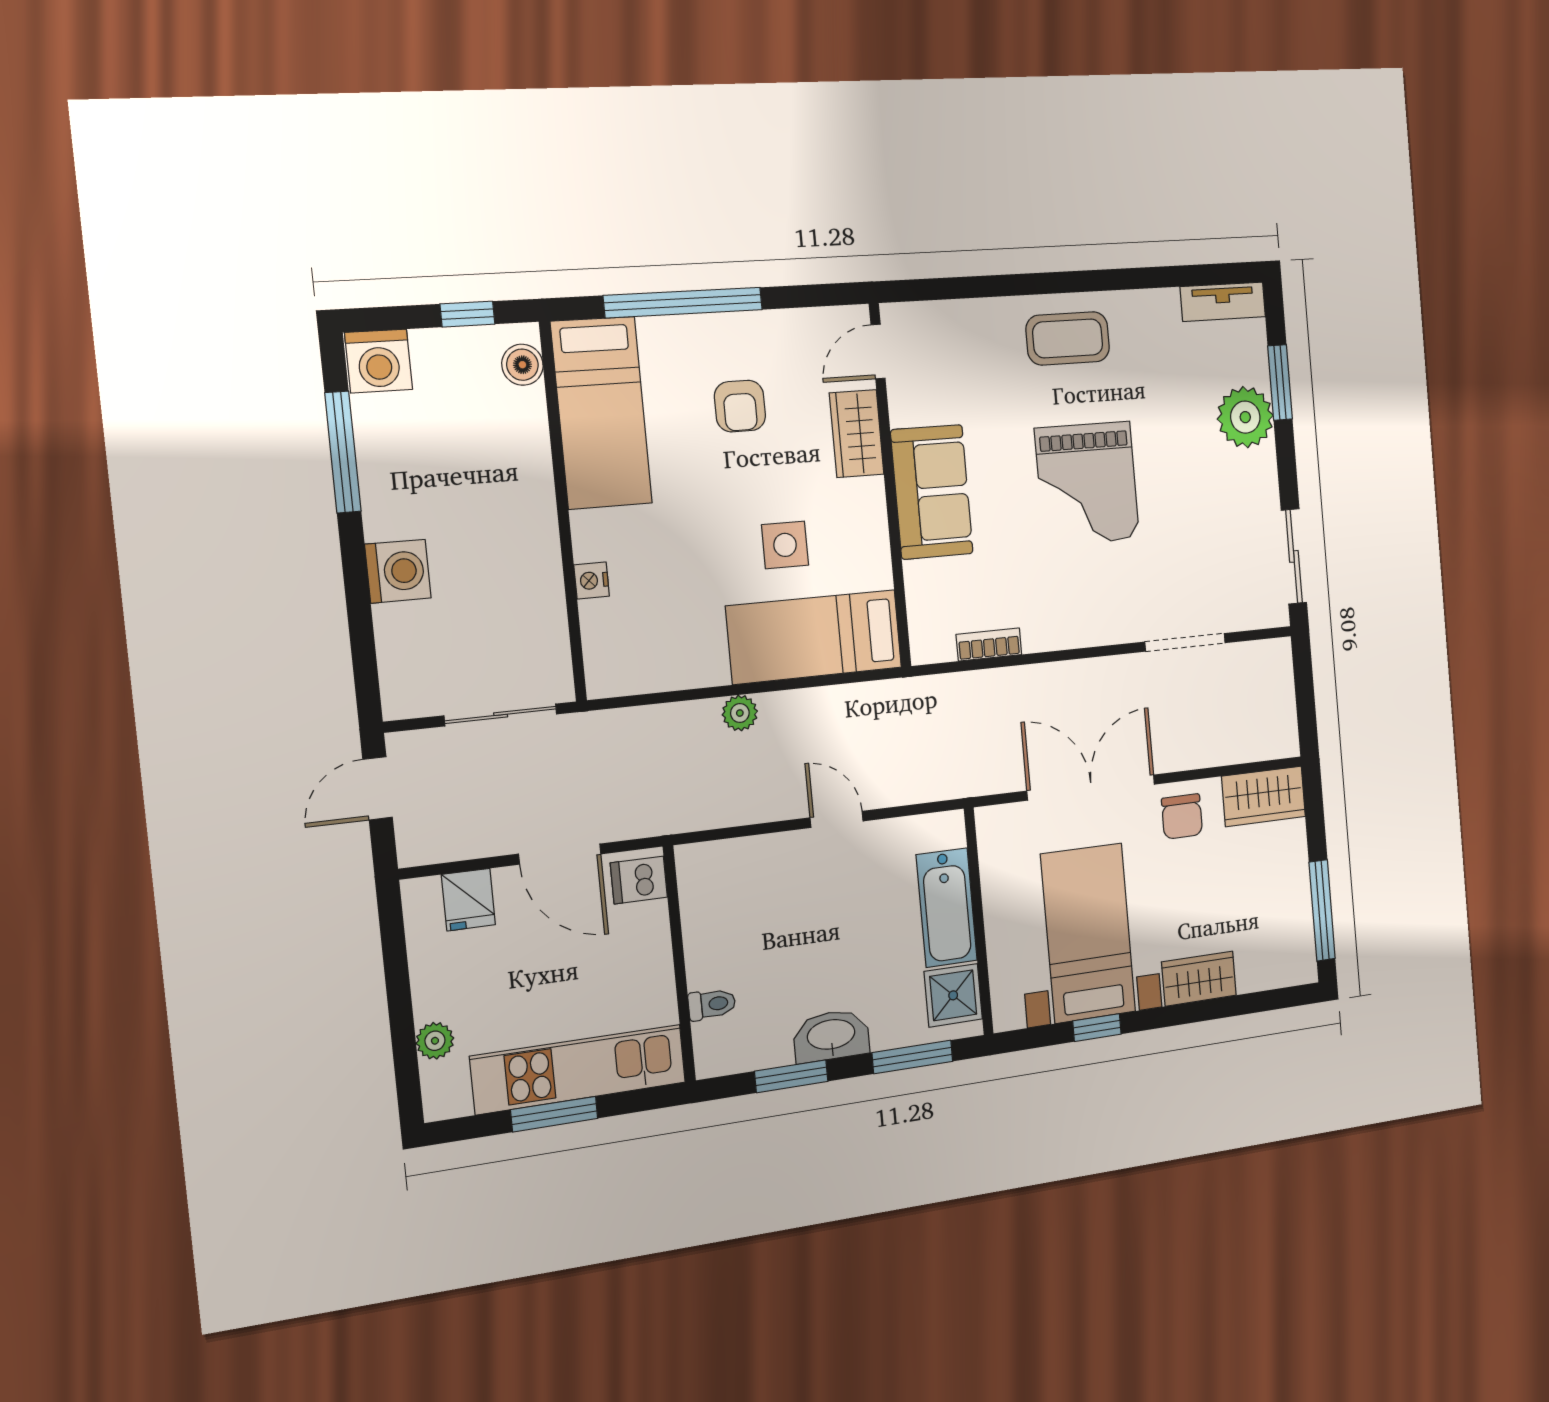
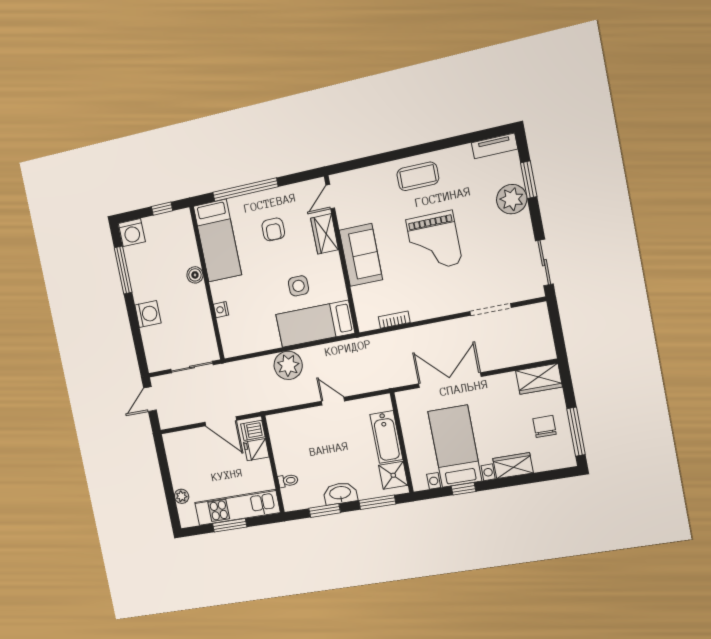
boiler: (522, 365) -> (195, 275), moved
plant: (740, 713) -> (288, 365), width x1.88, depth x1.88
chair: (1182, 816) -> (544, 426), moved, turned 180
fridge: (468, 900) -> (256, 450), moved, turned 90

